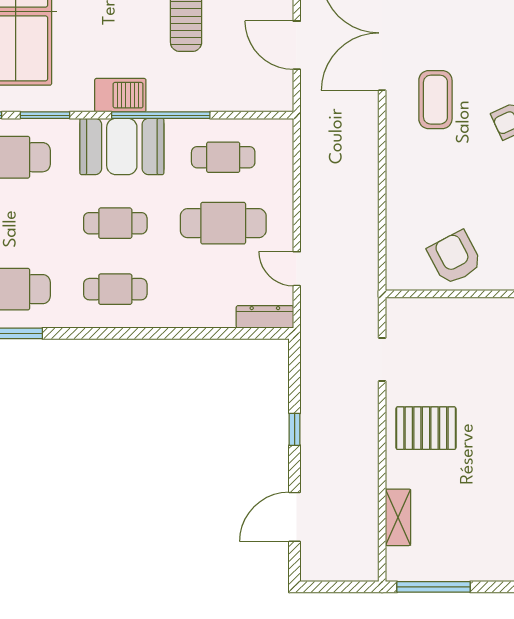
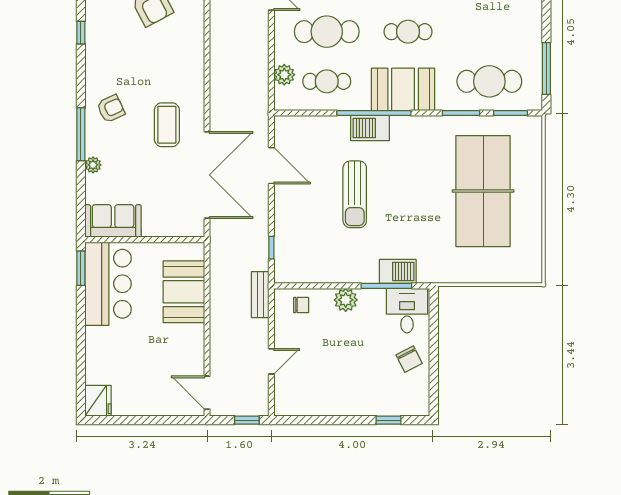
barbecue: (120, 95) -> (370, 128), moved
plant: (280, 166) -> (284, 75), added

